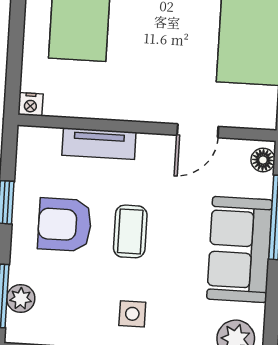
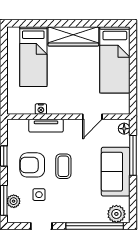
nightstand: (30, 104) -> (41, 109), moved
side table: (132, 314) -> (39, 195), moved

